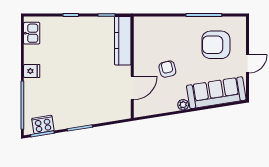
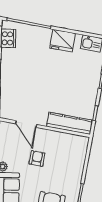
armchair: (167, 69) -> (37, 158), turned -77
fridge: (32, 71) -> (63, 41), width x1.88, depth x1.34

